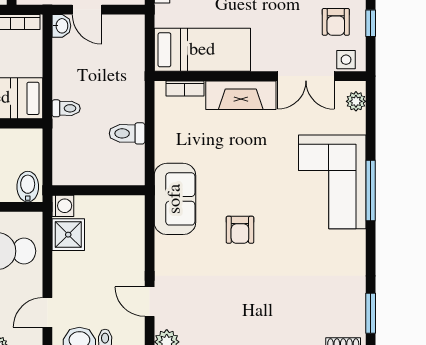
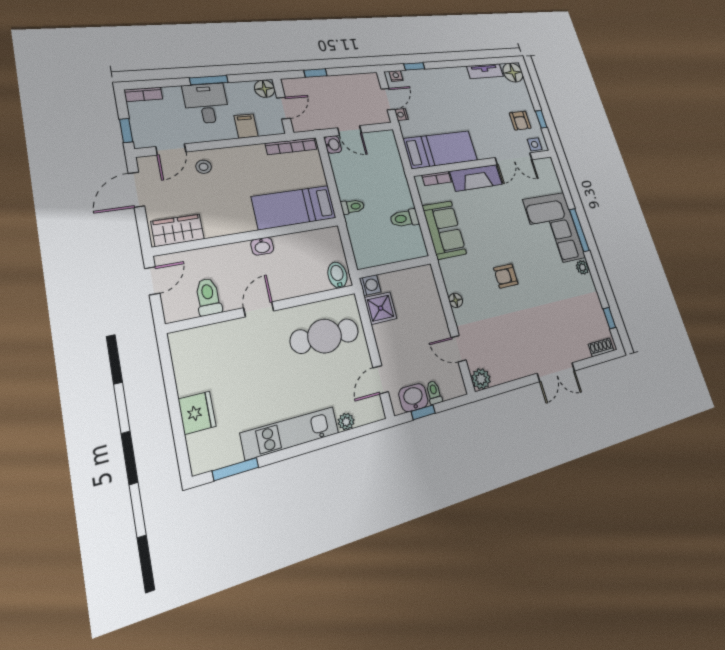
plant: (356, 101) -> (583, 267), moved
sofa: (175, 199) -> (444, 230), moved
armchair: (240, 230) -> (506, 276), turned 90
floor lamp: (163, 245) -> (456, 300), added
window: (371, 313) -> (609, 318), width x0.67

